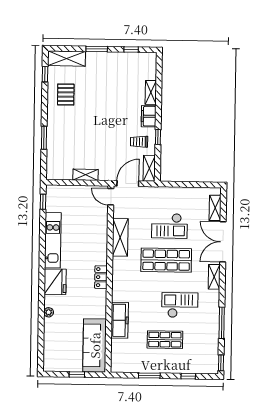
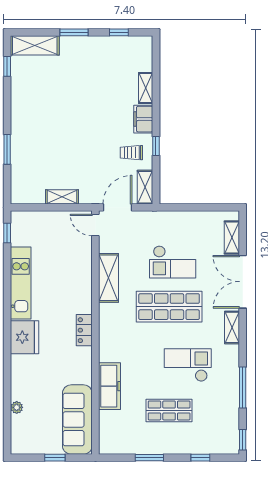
pallet: (66, 95) -> (35, 92), removed
plant: (49, 312) -> (17, 407), moved

